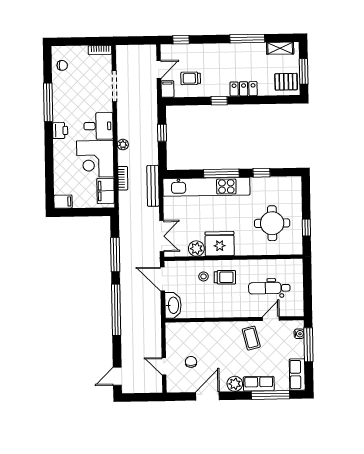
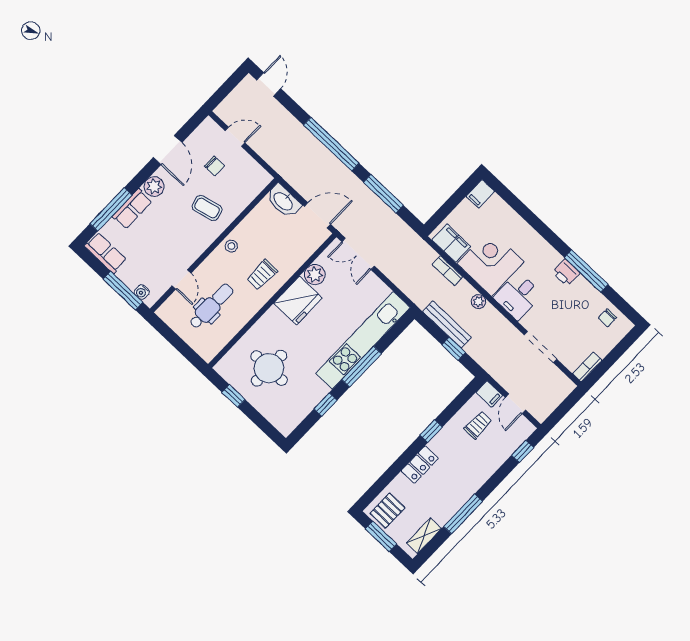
printer: (60, 131) -> (566, 273), moved
bench: (153, 186) -> (447, 324), moved
stool: (204, 276) -> (231, 246), moved
coffee table: (251, 338) -> (207, 208), moved

